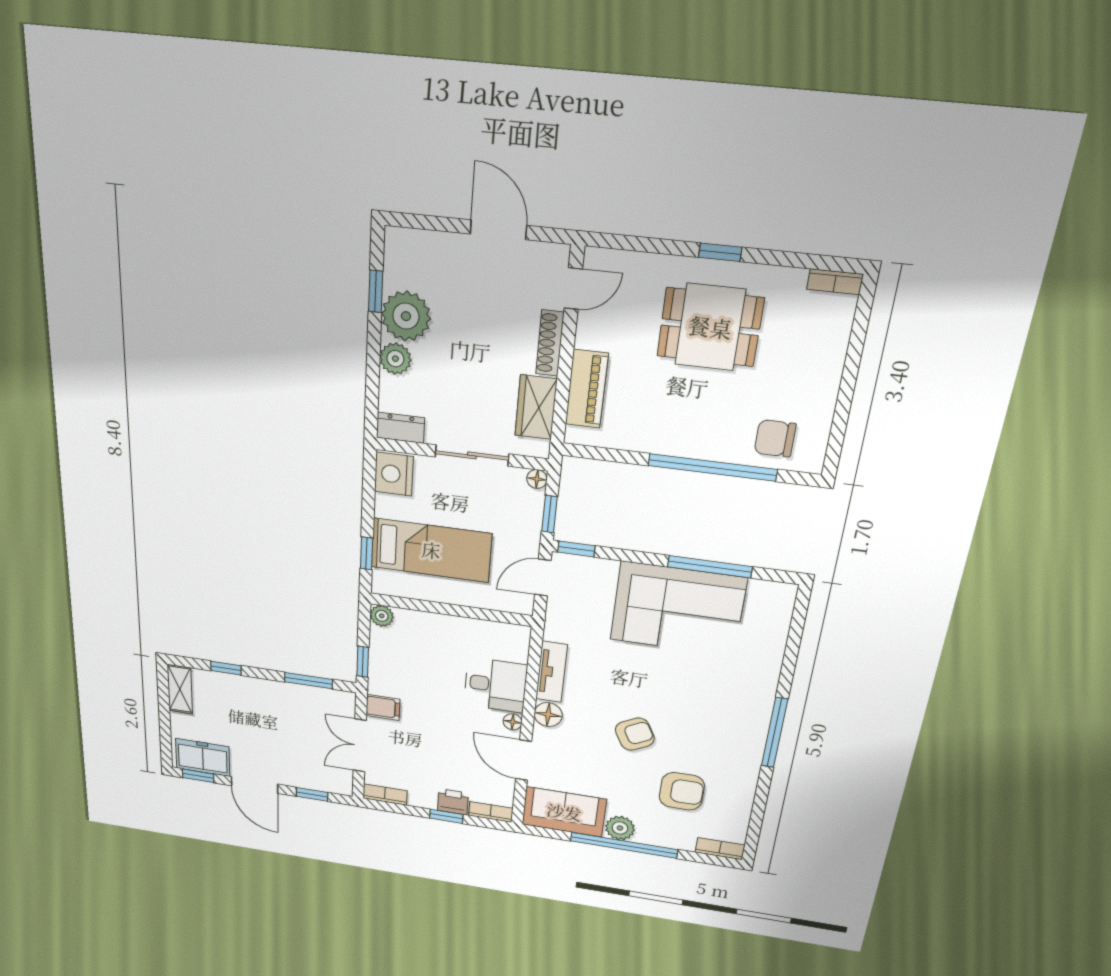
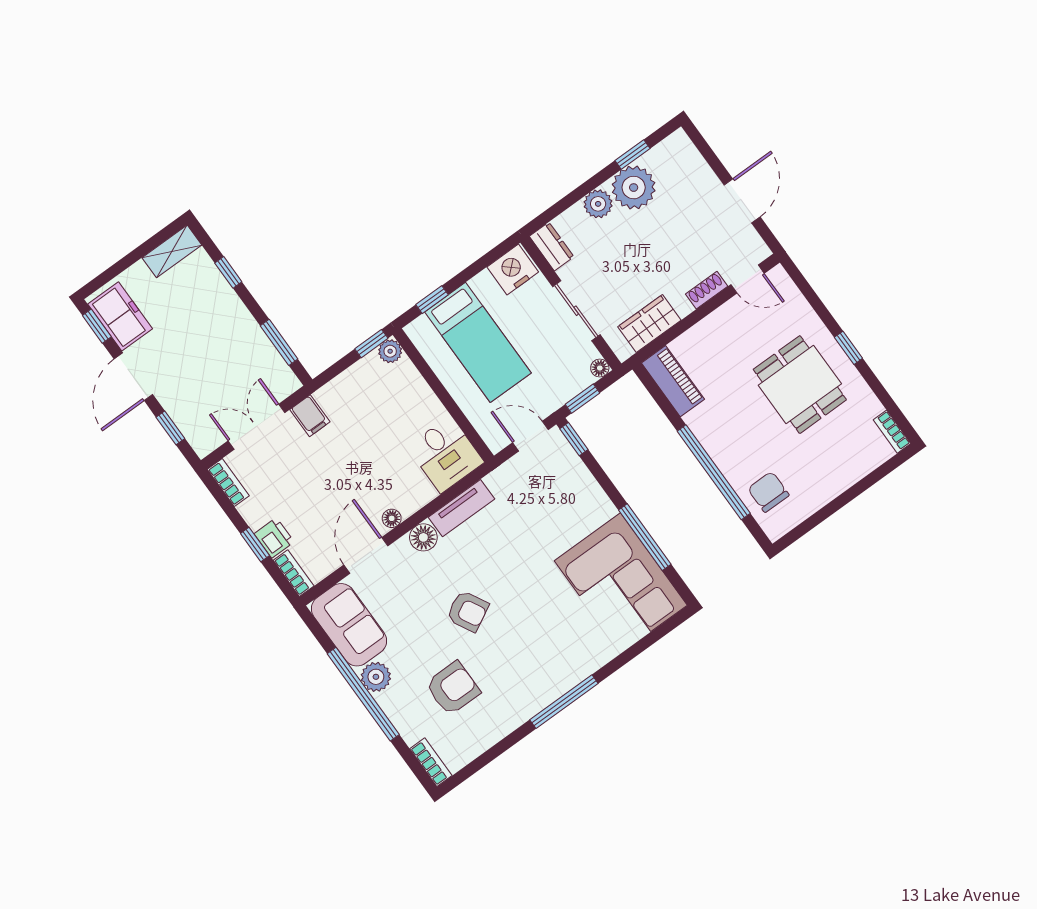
shoe rack: (550, 343) -> (707, 290), width x0.70
piano: (587, 389) -> (673, 381), moved, turned -90
corner sofa: (678, 609) -> (621, 583), moved
window: (363, 662) -> (371, 344), moved
desk: (495, 685) -> (446, 454), moved
armchair: (682, 791) -> (453, 688), turned -90

